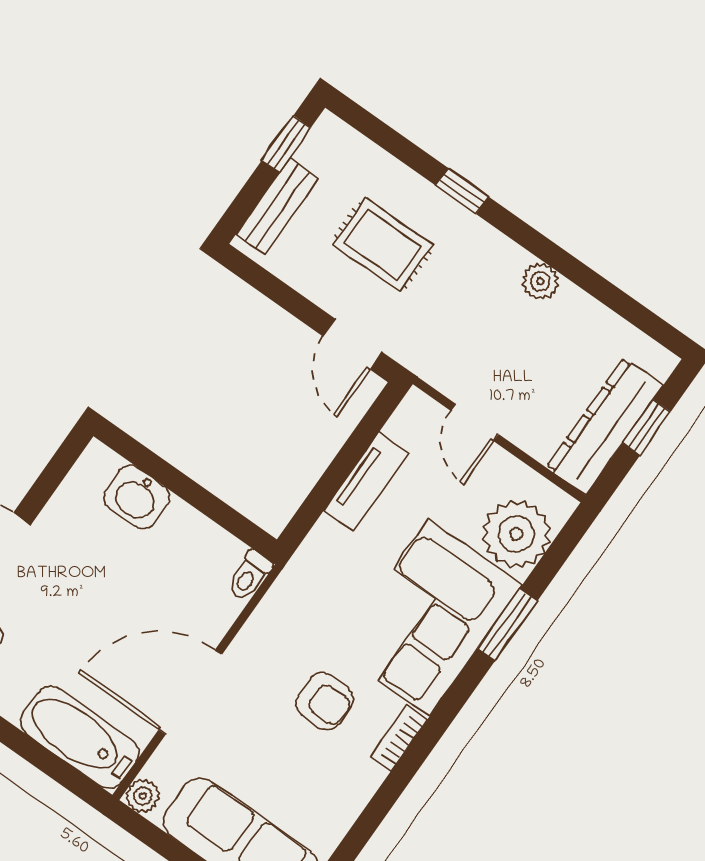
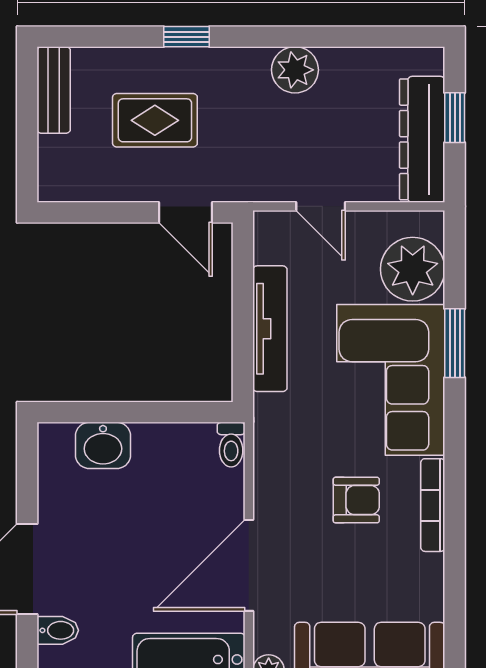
window: (286, 144) -> (27, 96), removed
bench: (277, 206) -> (54, 90), moved
plant: (540, 281) -> (295, 70), width x1.38, depth x1.38
tv unit: (366, 482) -> (270, 329), width x1.41
bookcase: (399, 738) -> (433, 505), width x1.56

